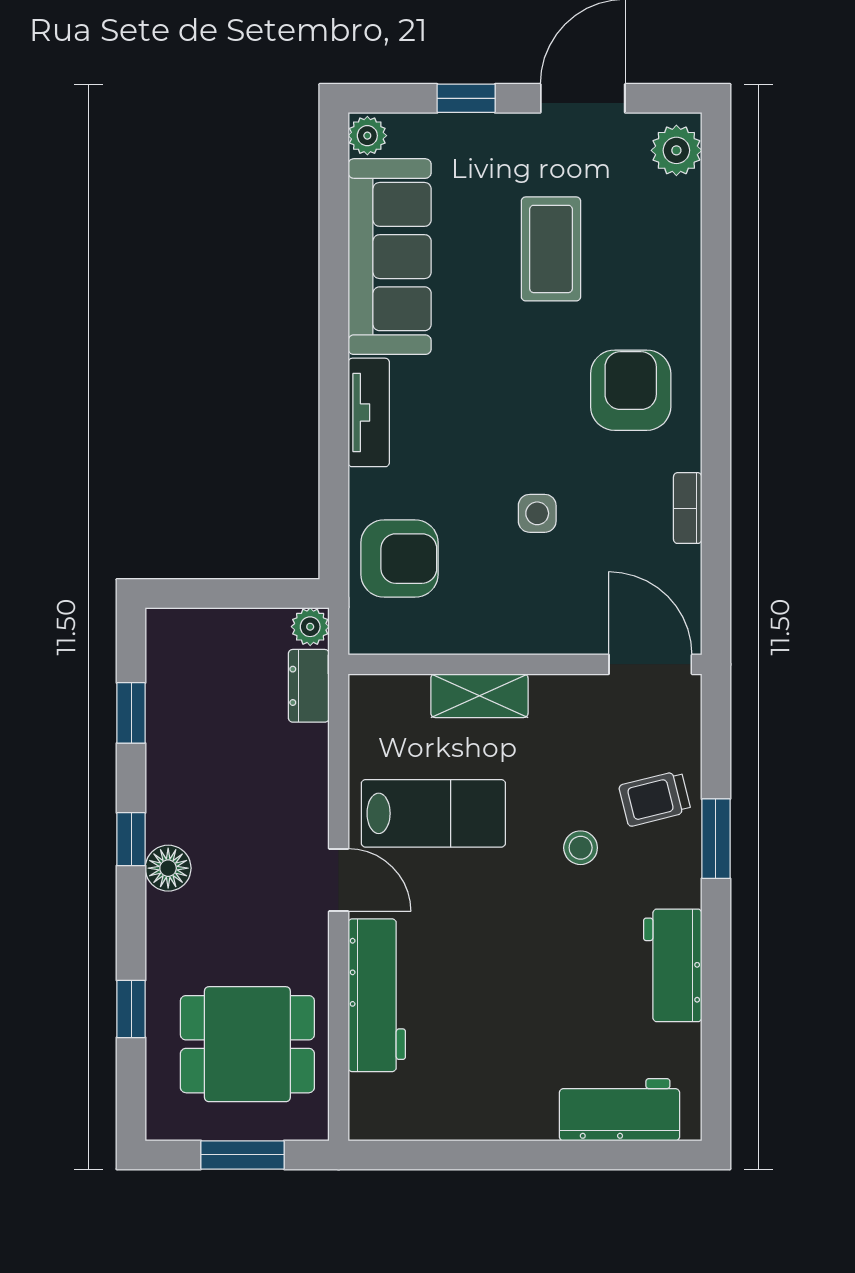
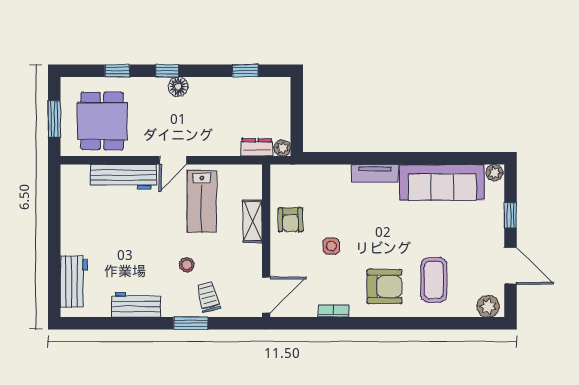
coffee table: (551, 249) -> (434, 280), moved, turned 90
armchair: (400, 559) -> (291, 220), moved, width x0.72, depth x0.72
window: (131, 839) -> (167, 71), moved

